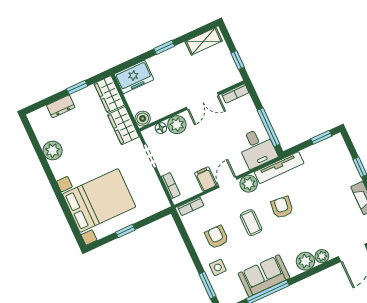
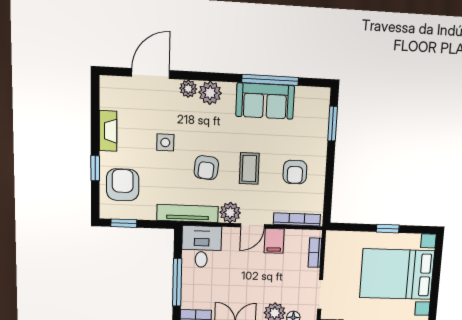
window: (269, 127) -> (177, 282), moved
armchair: (335, 165) -> (123, 185), added
bookcase: (191, 206) -> (297, 219), width x1.56
side table: (218, 267) -> (165, 142), moved

